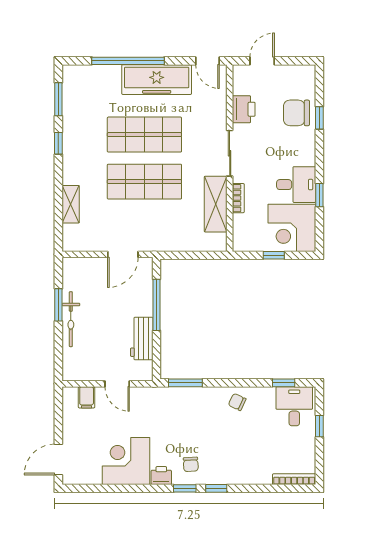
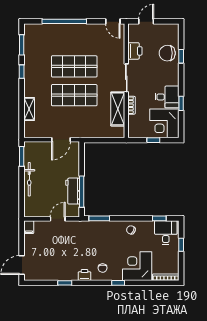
freezer: (157, 80) -> (82, 33), removed
window: (58, 305) -> (22, 156), moved
window: (156, 305) -> (82, 192), moved
door: (117, 384) -> (58, 219), swing flipped
filing cabinet: (87, 397) -> (29, 227), moved
corner desk: (126, 461) -> (137, 266), moved
window: (185, 488) -> (65, 283), moved

